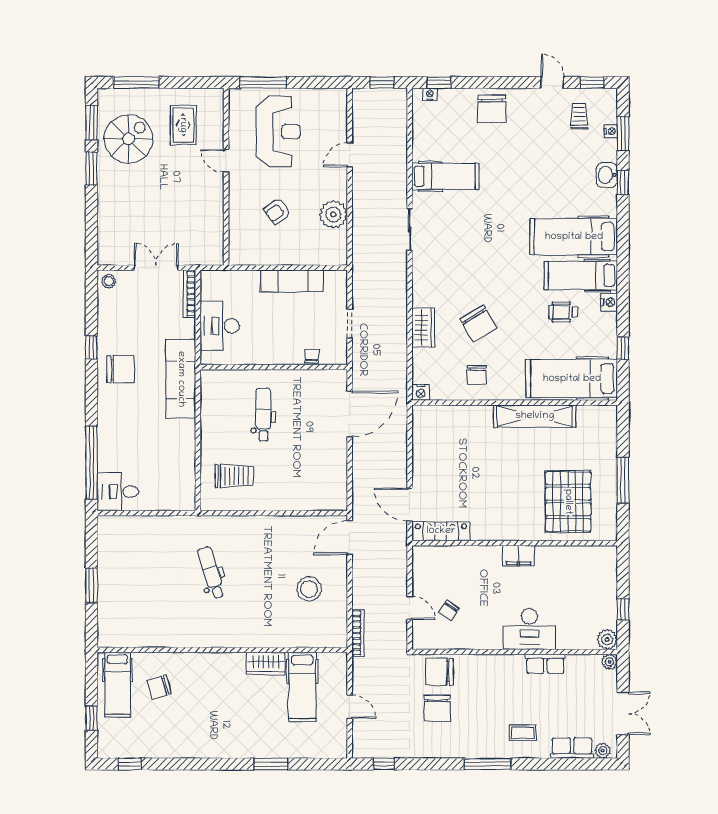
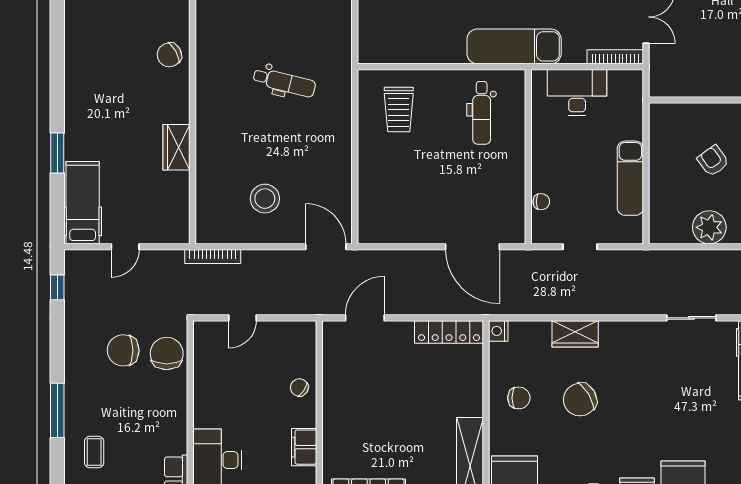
chair: (477, 375) -> (519, 398), turned 180
dental chair: (263, 415) -> (482, 113), moved, turned 90
locker: (441, 531) -> (449, 332), moved, turned 90
dental chair: (211, 573) -> (284, 82), turned 32
chair: (449, 611) -> (299, 387), moved
chair: (159, 687) -> (169, 55), moved, turned -103
hospital bed: (302, 687) -> (83, 203), moved, turned 90

